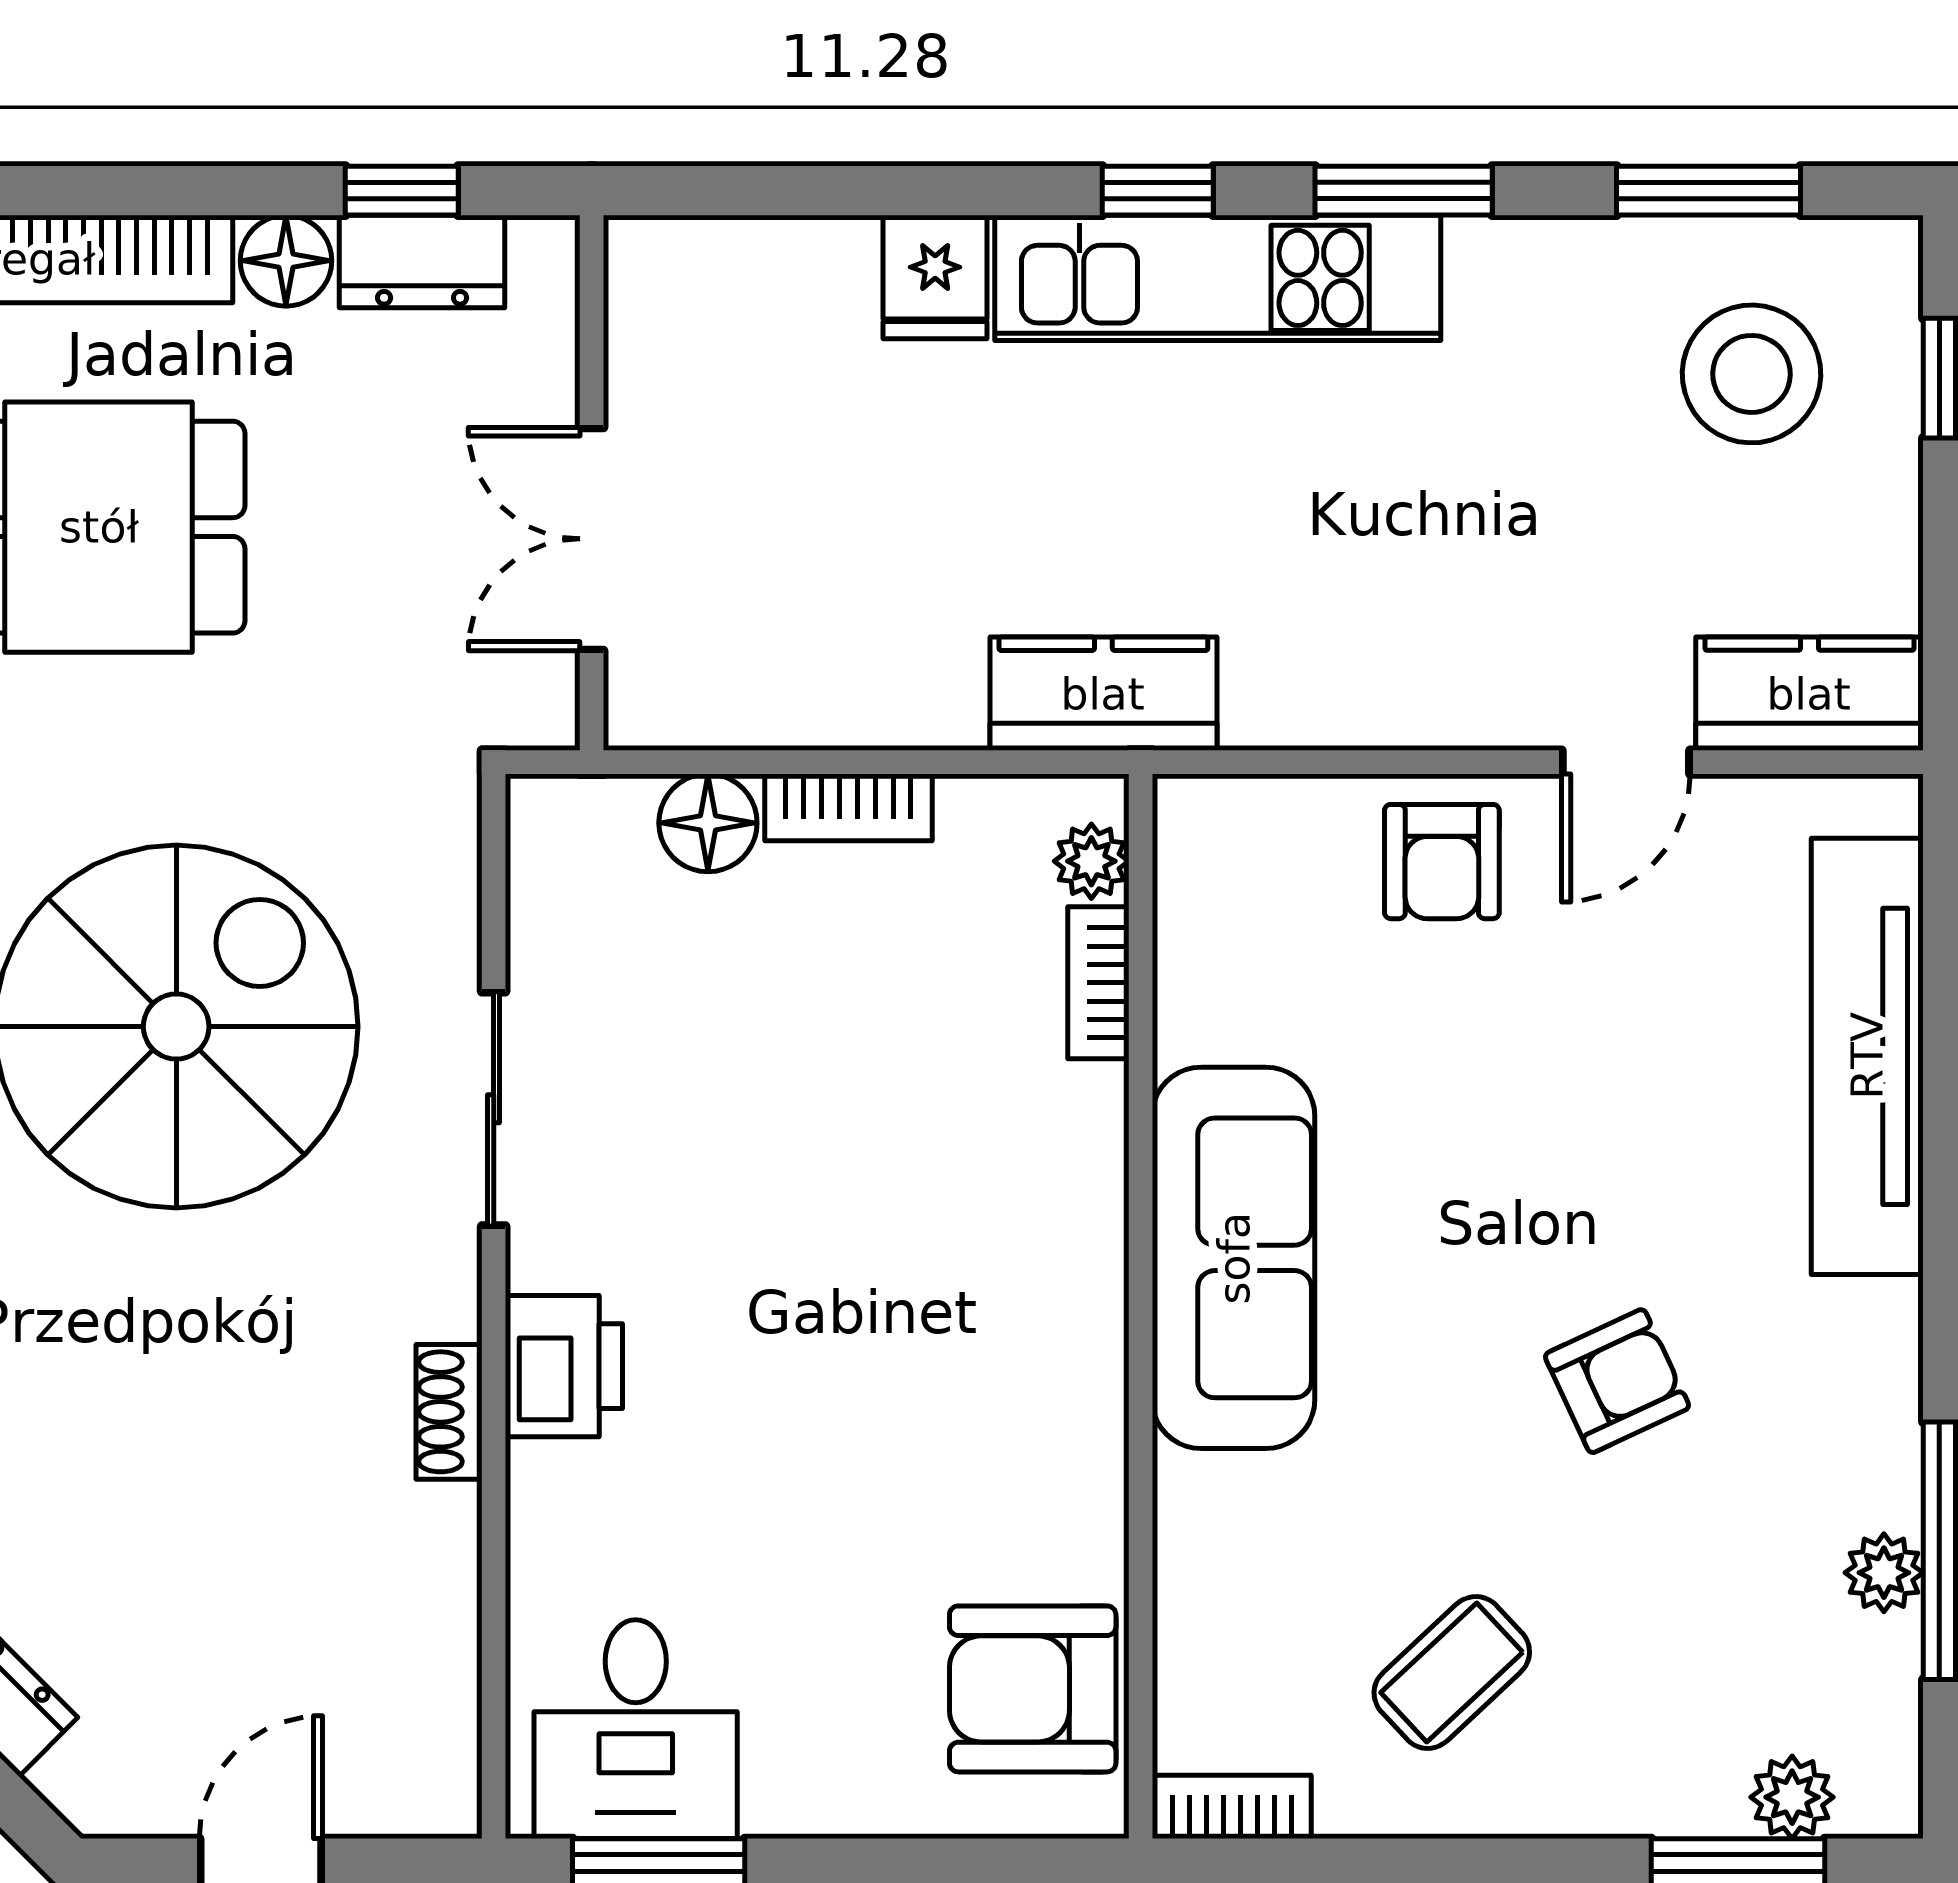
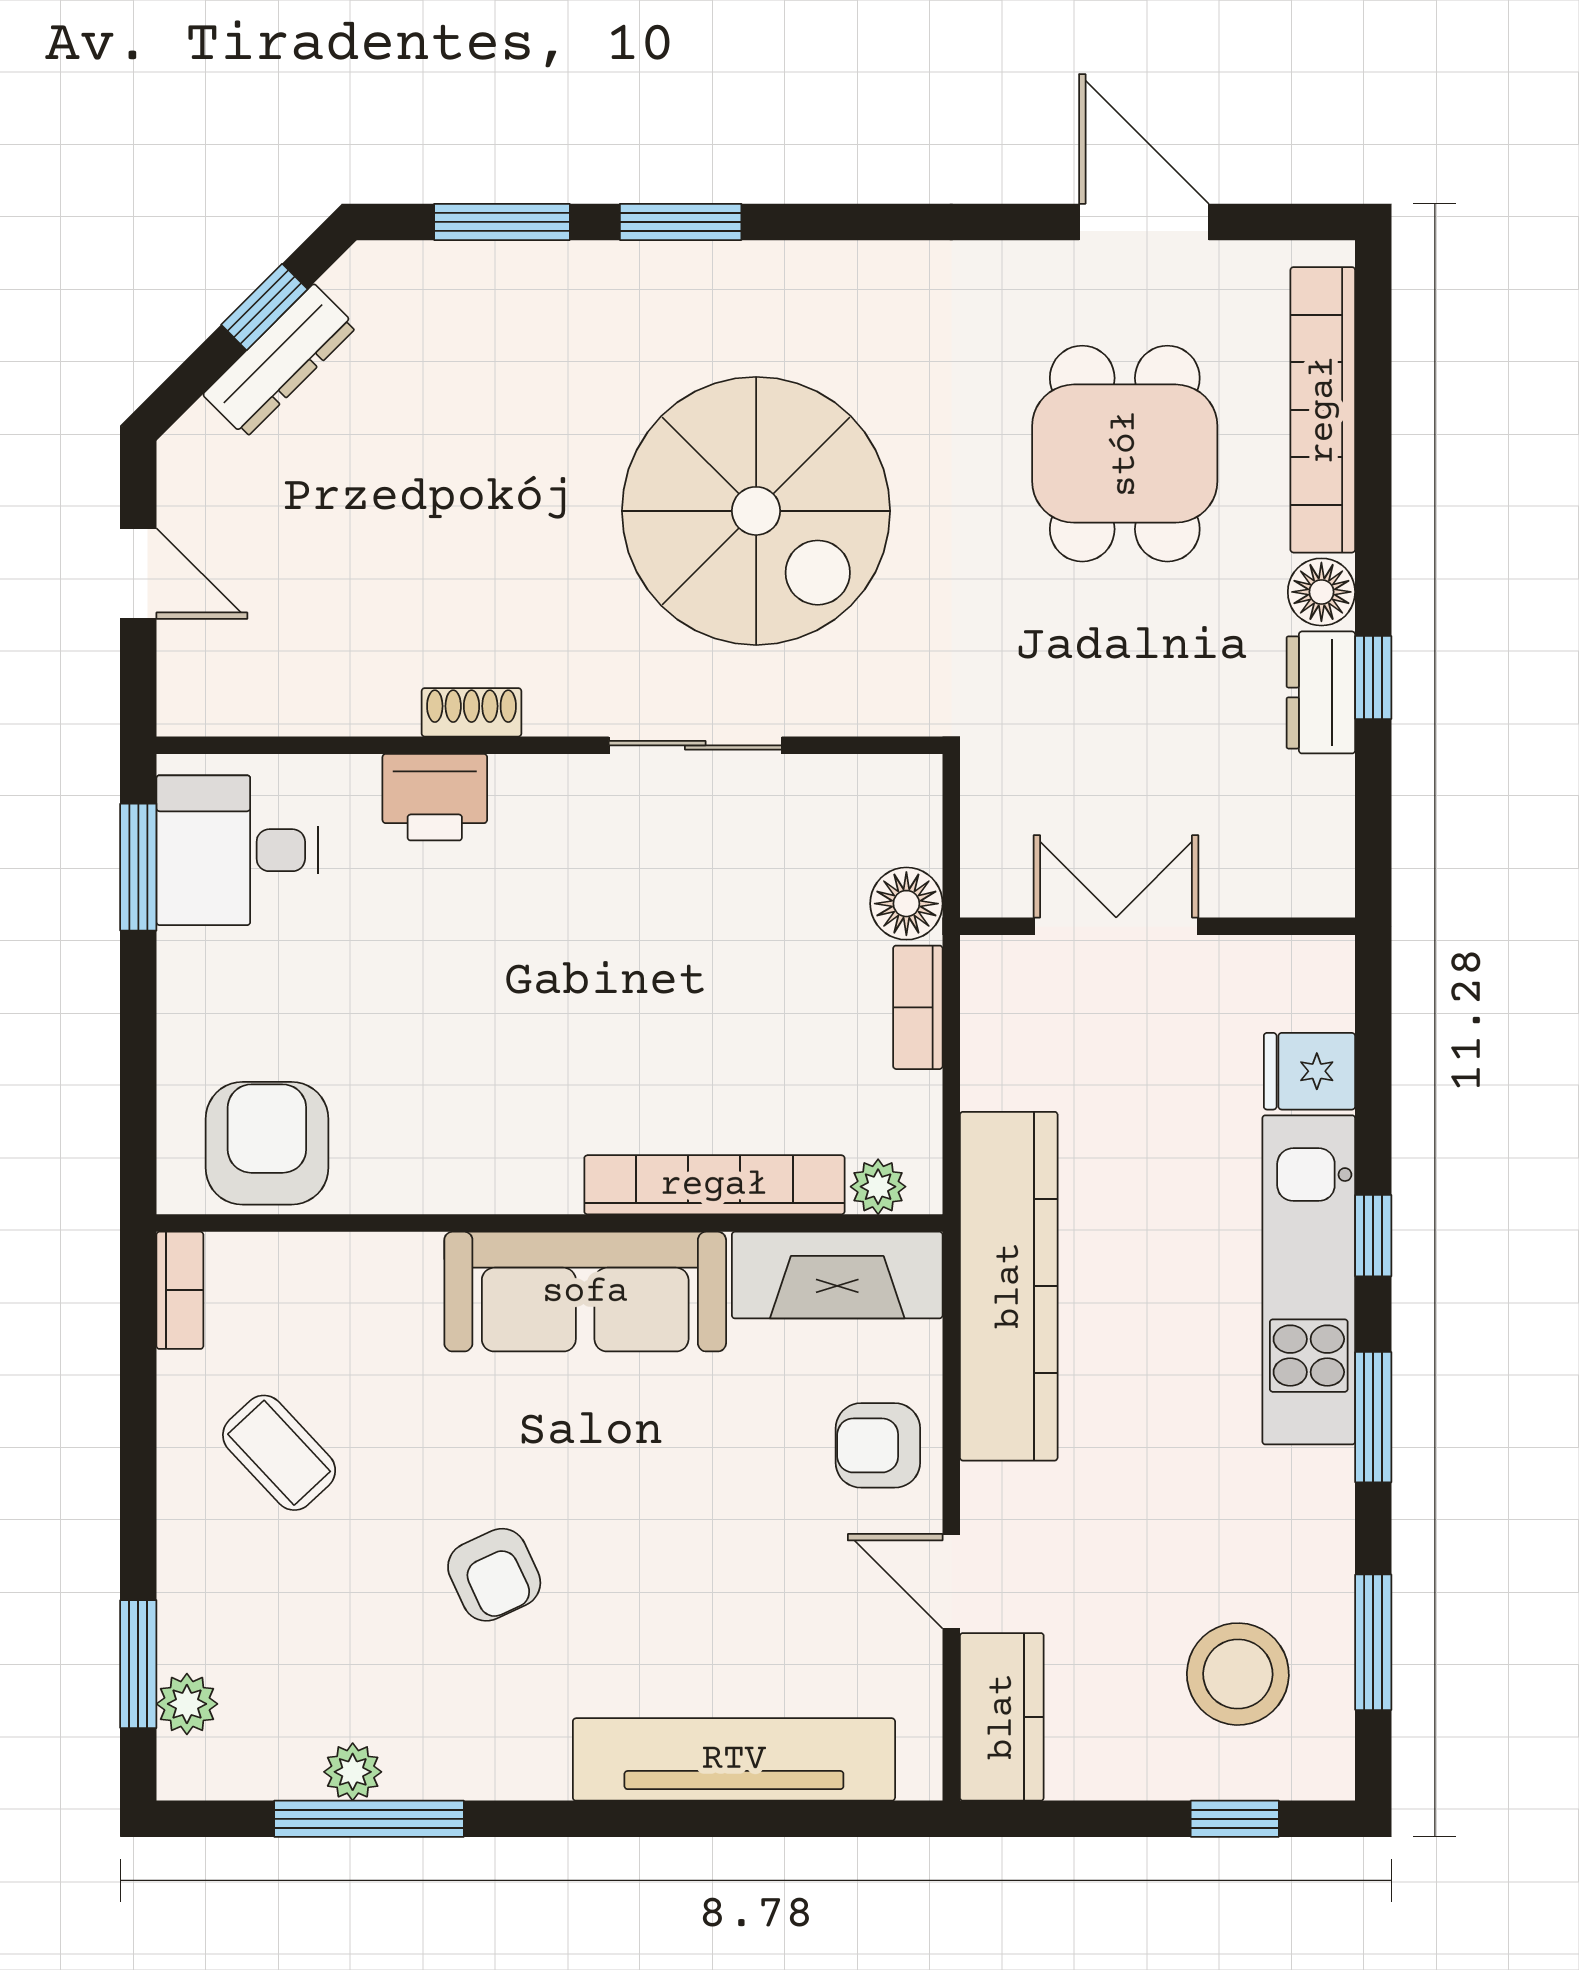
wall: (592, 483) -> (1158, 926), moved
double door: (592, 539) -> (1116, 926), moved
kitchen counter: (1103, 694) -> (1009, 1286), width x2.08, depth x1.17
fireplace: (1211, 917) -> (837, 1275), added
bookcase: (1098, 983) -> (714, 1185), width x2.31, depth x1.31
printer: (564, 1366) -> (435, 797), moved

